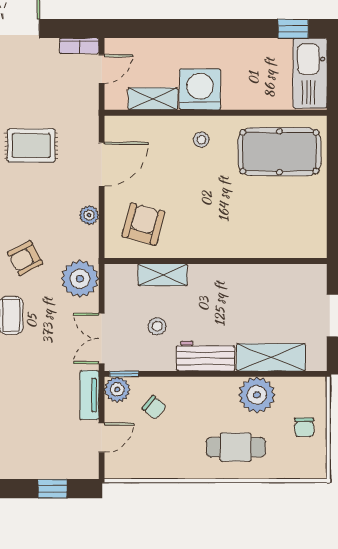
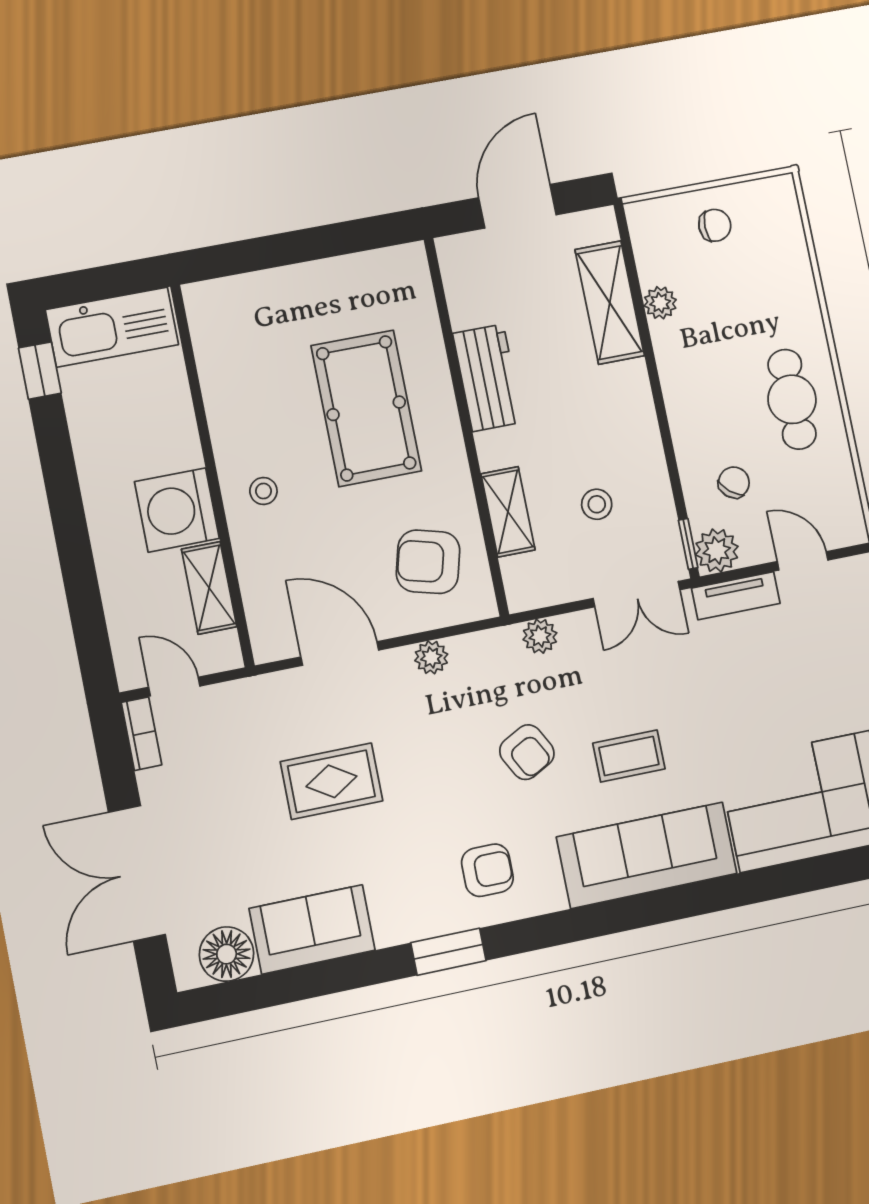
rug: (31, 146) -> (331, 781), turned 90
pool table: (279, 152) -> (366, 408), moved
plant: (80, 279) -> (540, 636), width x0.53, depth x0.53
workbench: (206, 356) -> (488, 378), moved, turned 180
plant: (257, 395) -> (660, 303), width x0.53, depth x0.53
cafe table: (236, 447) -> (792, 399), moved

